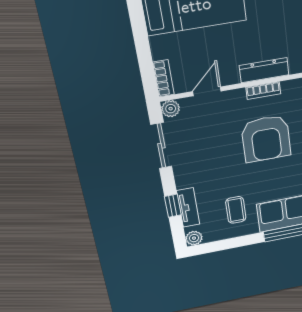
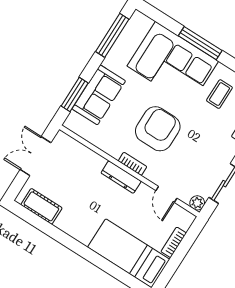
bookcase: (163, 78) -> (174, 242), moved
door: (207, 91) -> (166, 194), hinge flipped

